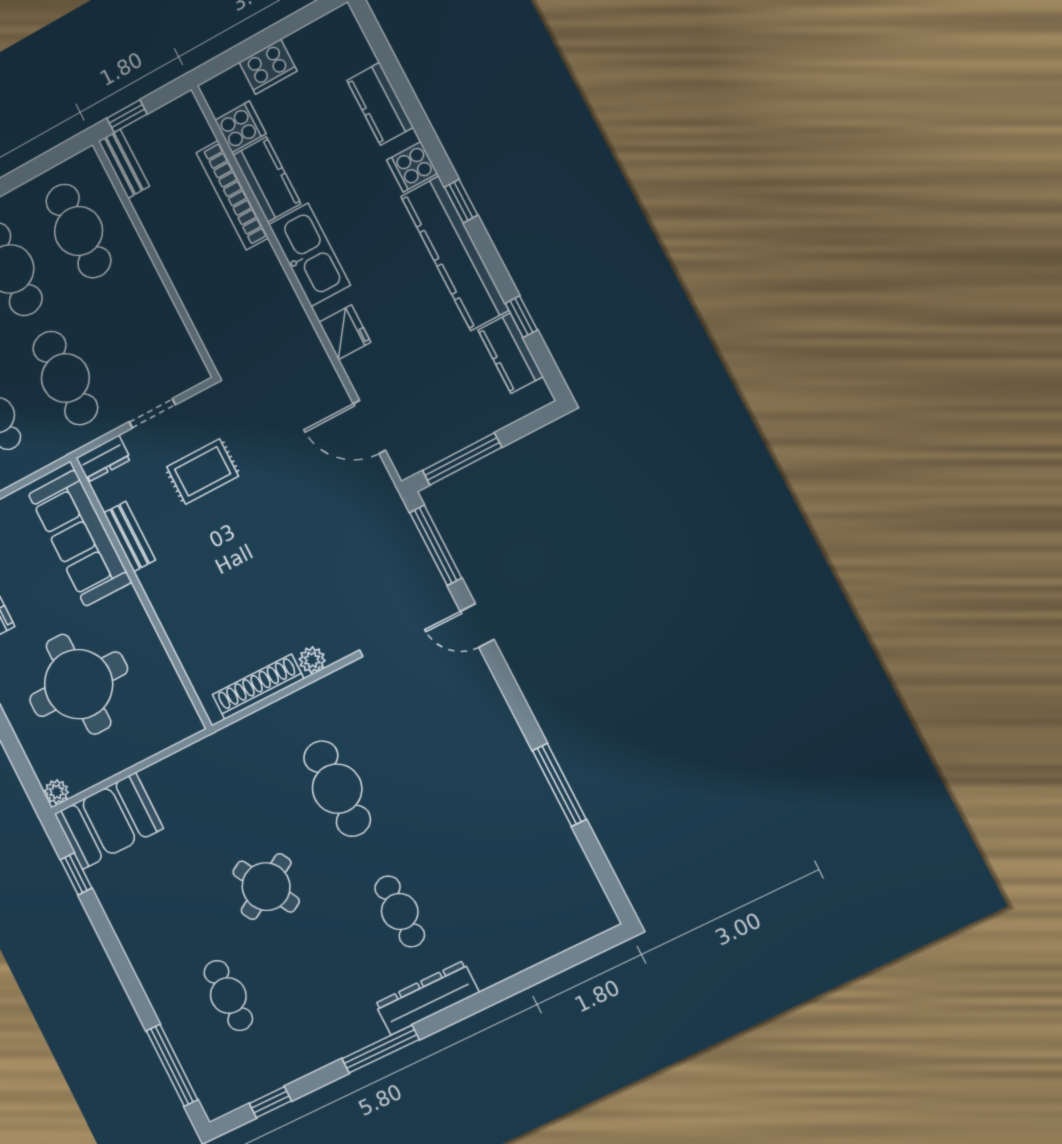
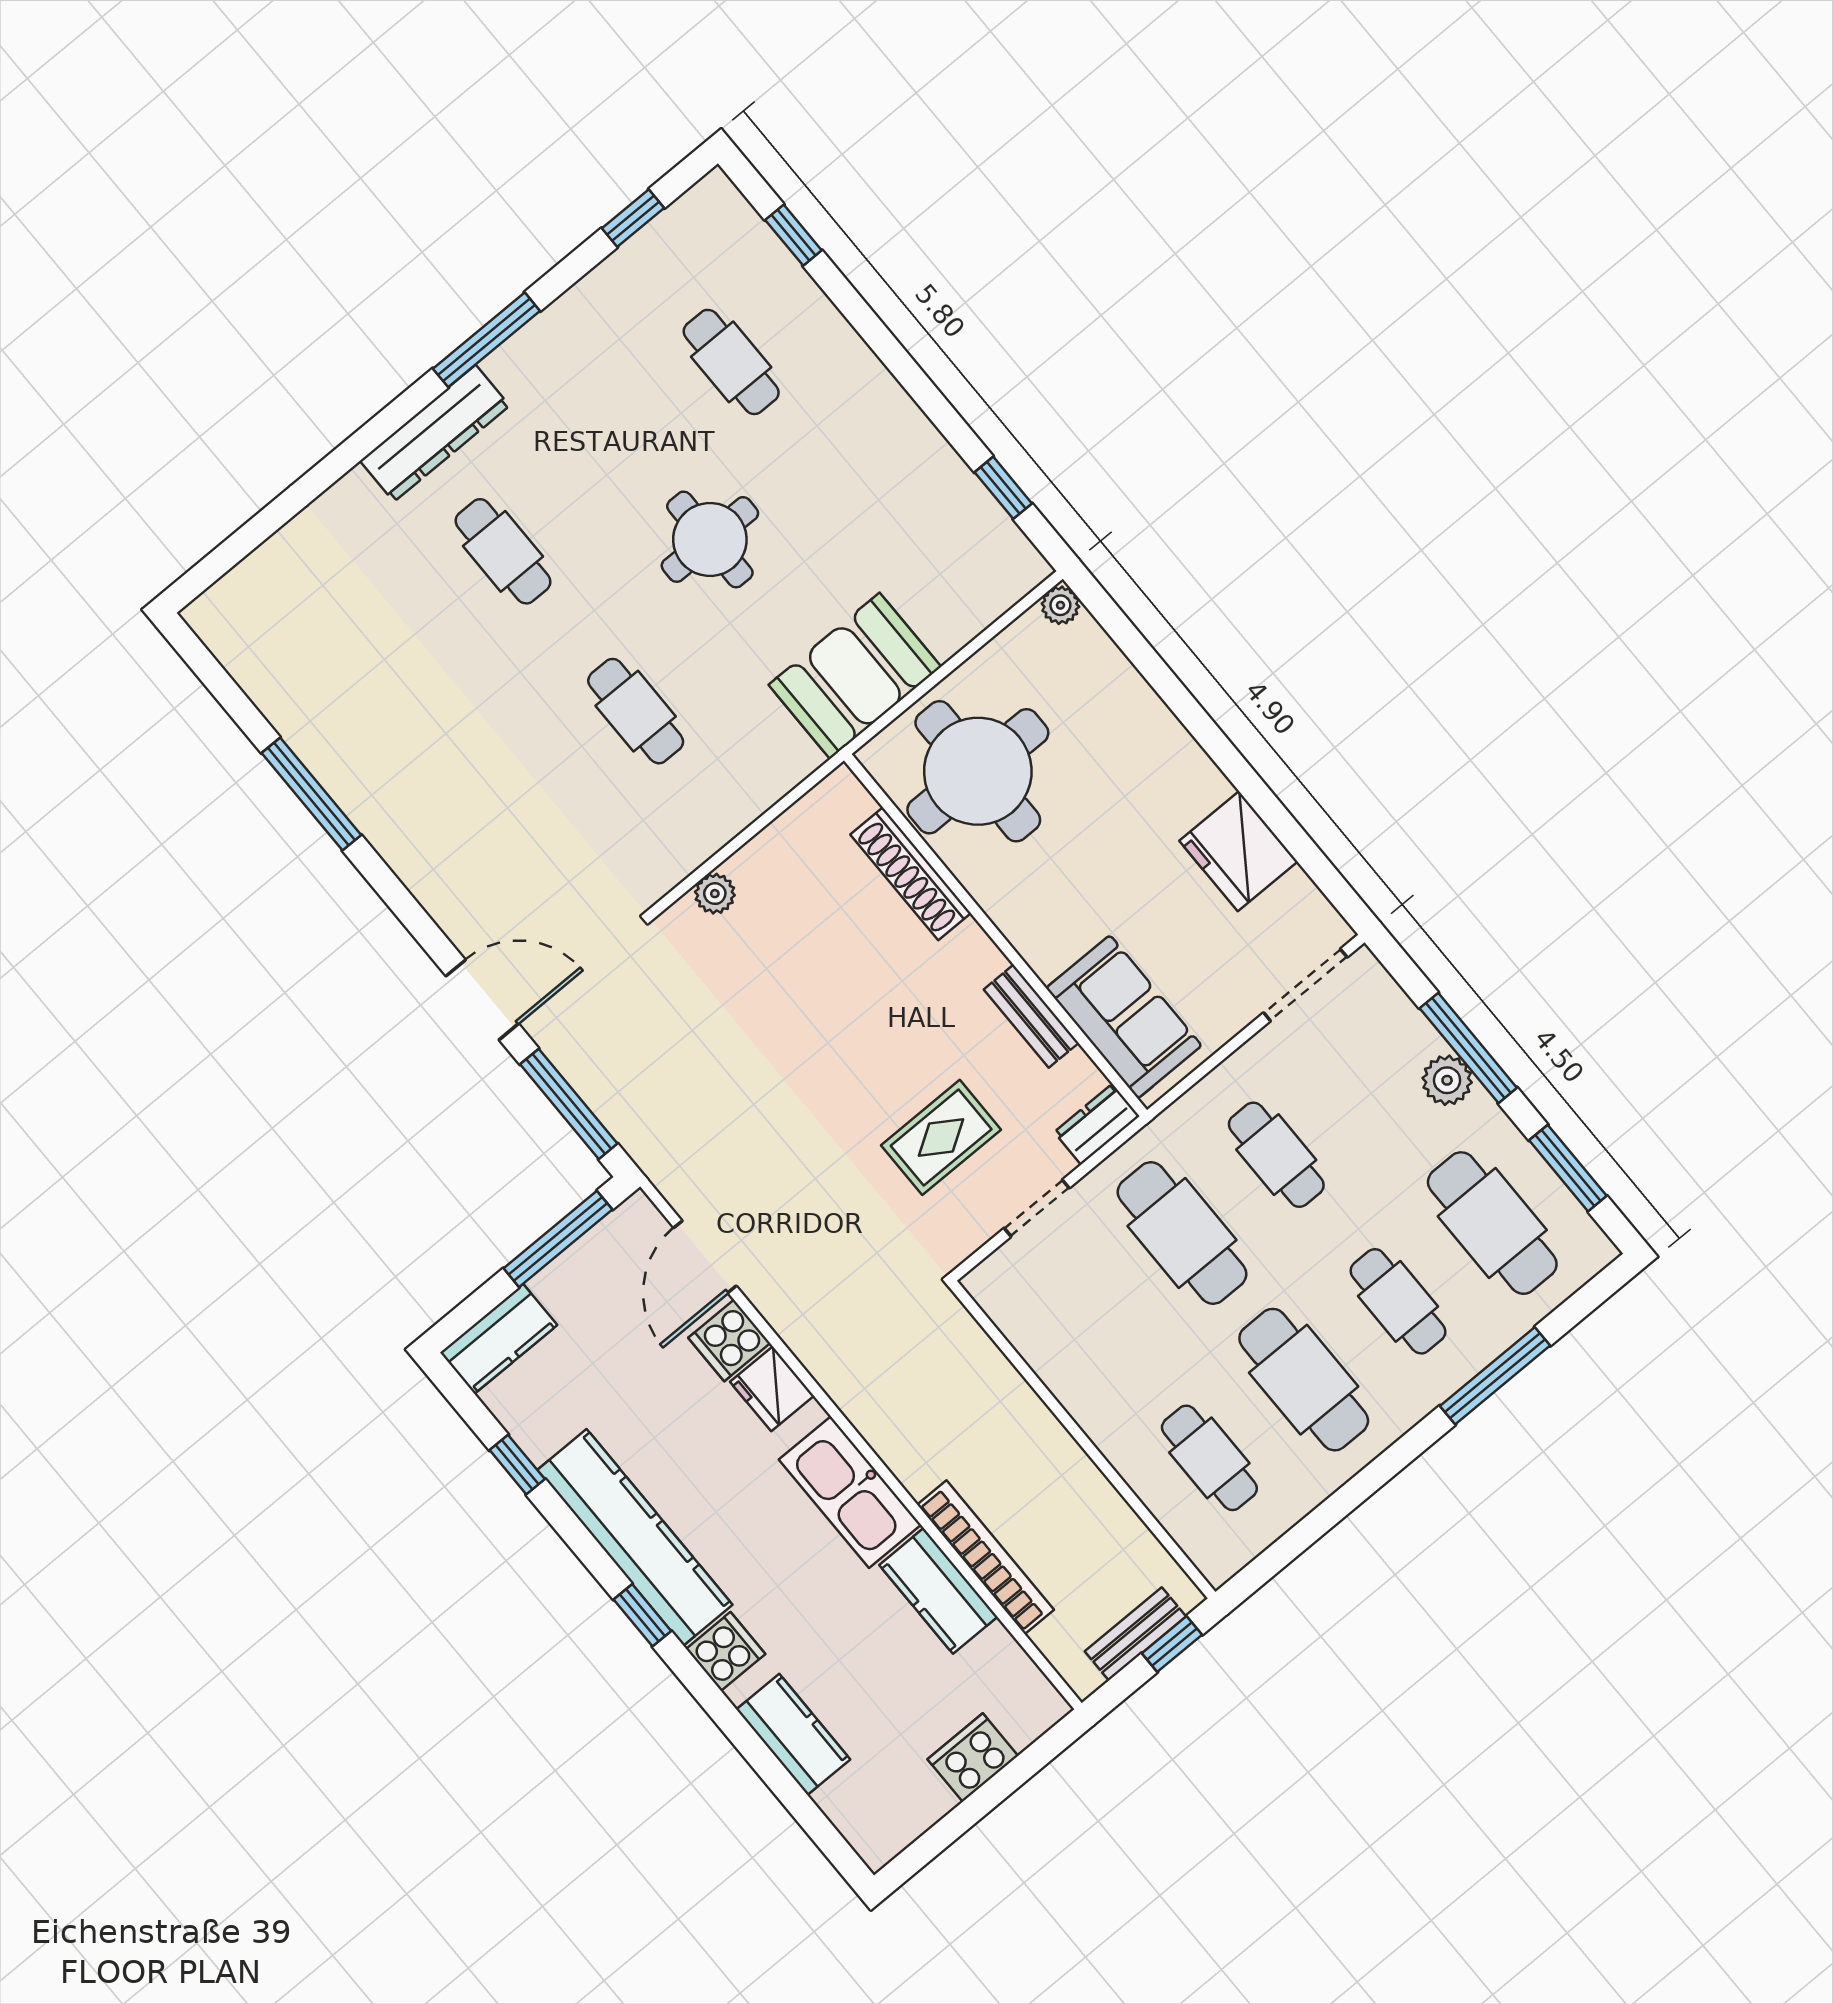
cooker: (240, 127) -> (729, 1340), moved
bench: (124, 164) -> (1135, 1634), moved, turned 90
cafe table: (79, 231) -> (1209, 1458), width x0.73, depth x0.74
kitchen counter: (511, 353) -> (499, 1339), moved, turned 90
door: (369, 427) -> (705, 1257), swing flipped
sofa: (80, 538) -> (1124, 1017), width x0.73
door: (477, 625) -> (482, 1000), width x1.38
round table: (79, 684) -> (978, 771), moved
shoe rack: (258, 687) -> (911, 874), moved, turned 90
cafe table: (337, 789) -> (636, 711), width x0.73, depth x0.74
booth: (109, 821) -> (855, 676), moved
round table: (266, 887) -> (710, 539), turned 30
window: (172, 1065) -> (793, 235), width x0.46

